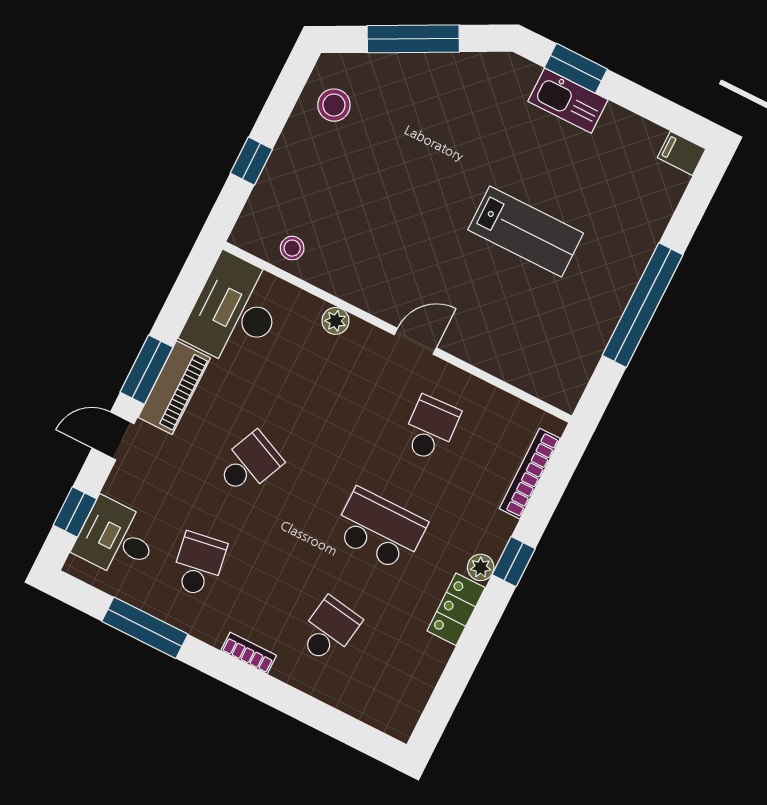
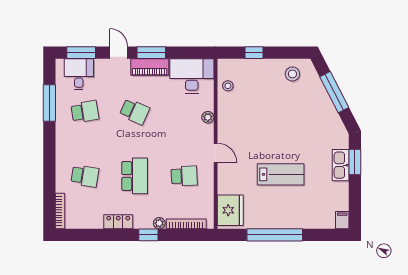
lab bench: (526, 231) -> (281, 174), turned -90
fridge: (547, 370) -> (230, 210), added
window: (75, 512) -> (81, 53), width x1.50
plant: (481, 567) -> (159, 223), moved
bookcase: (249, 653) -> (60, 211), moved, width x1.56

